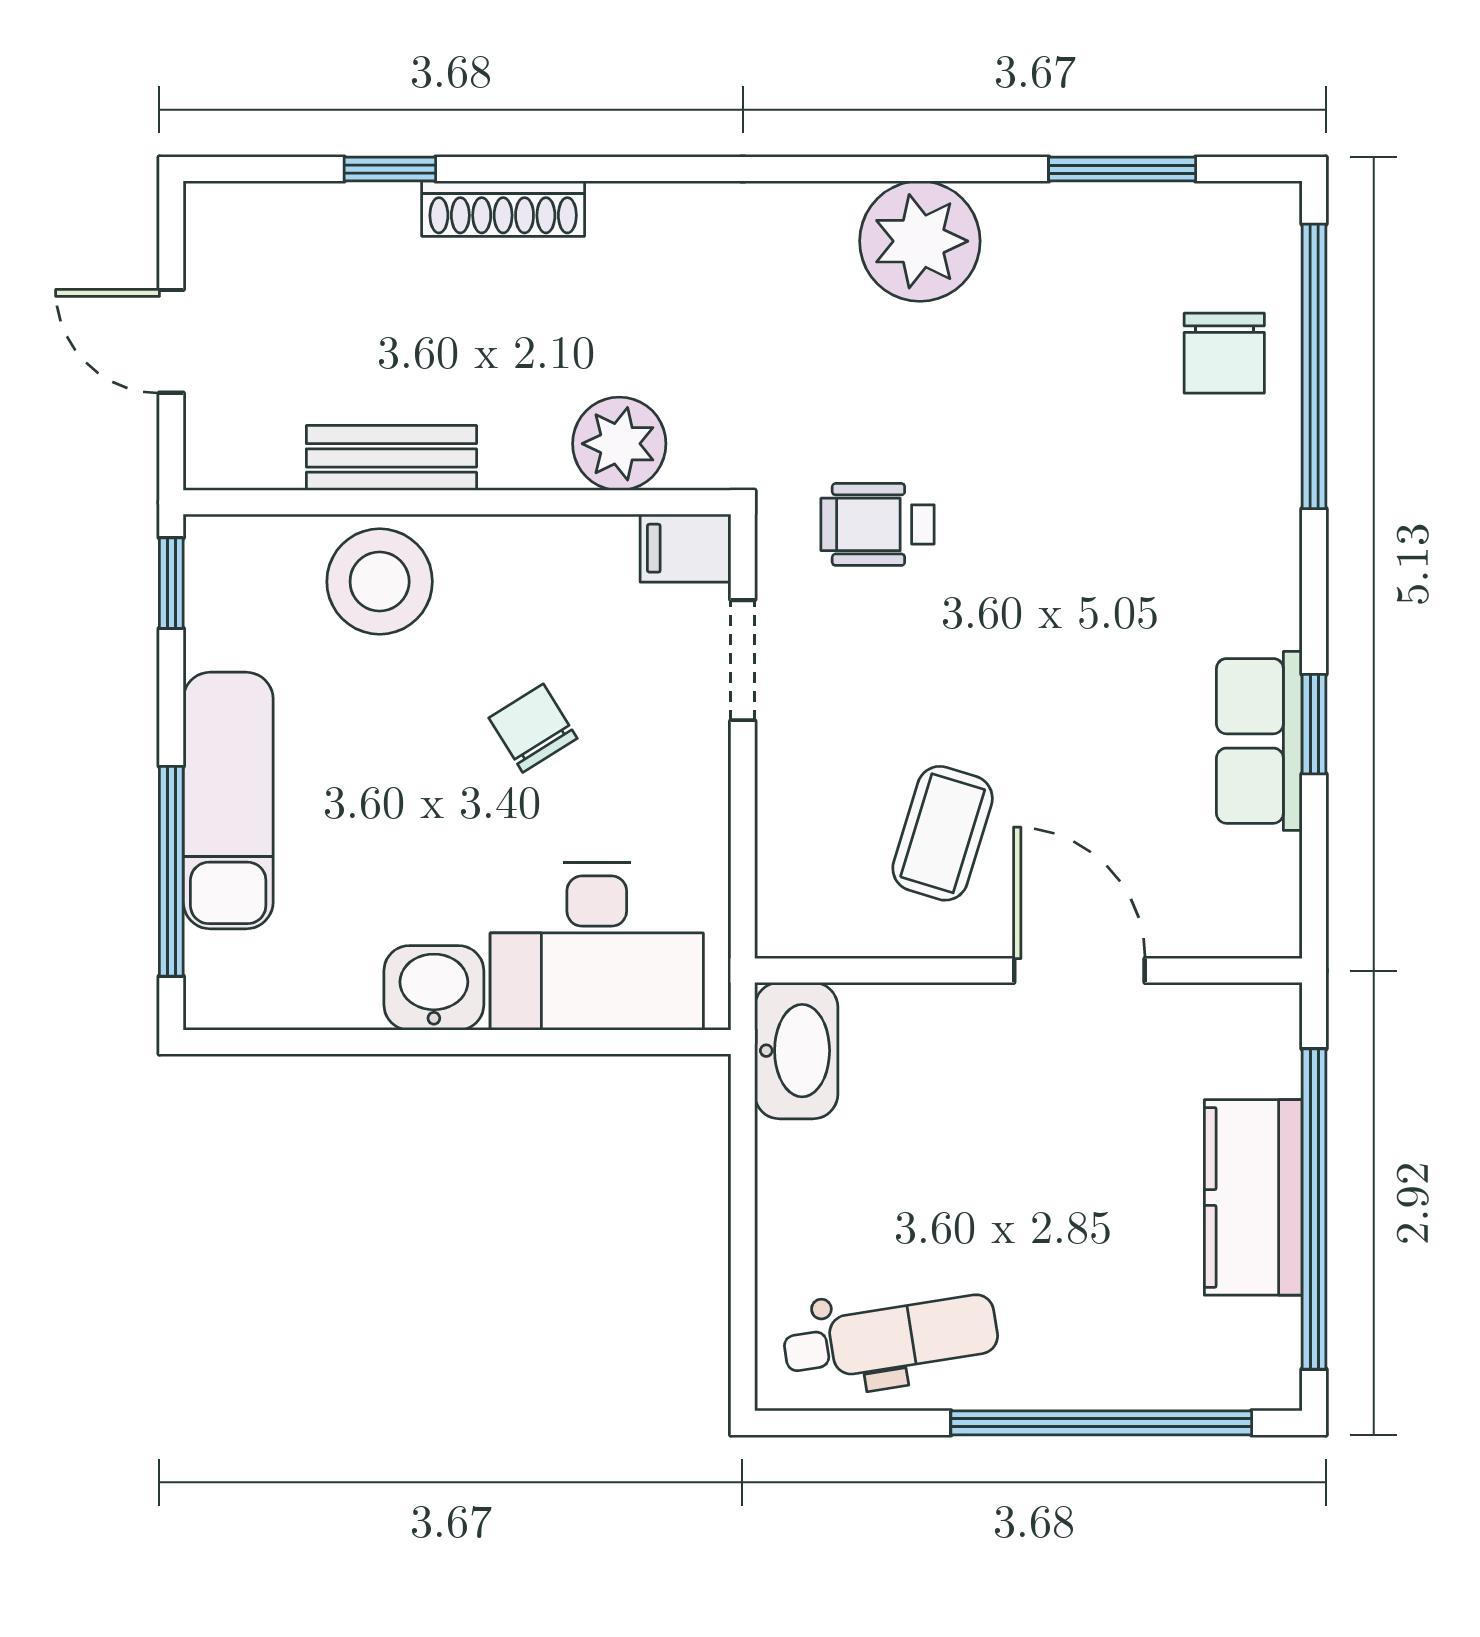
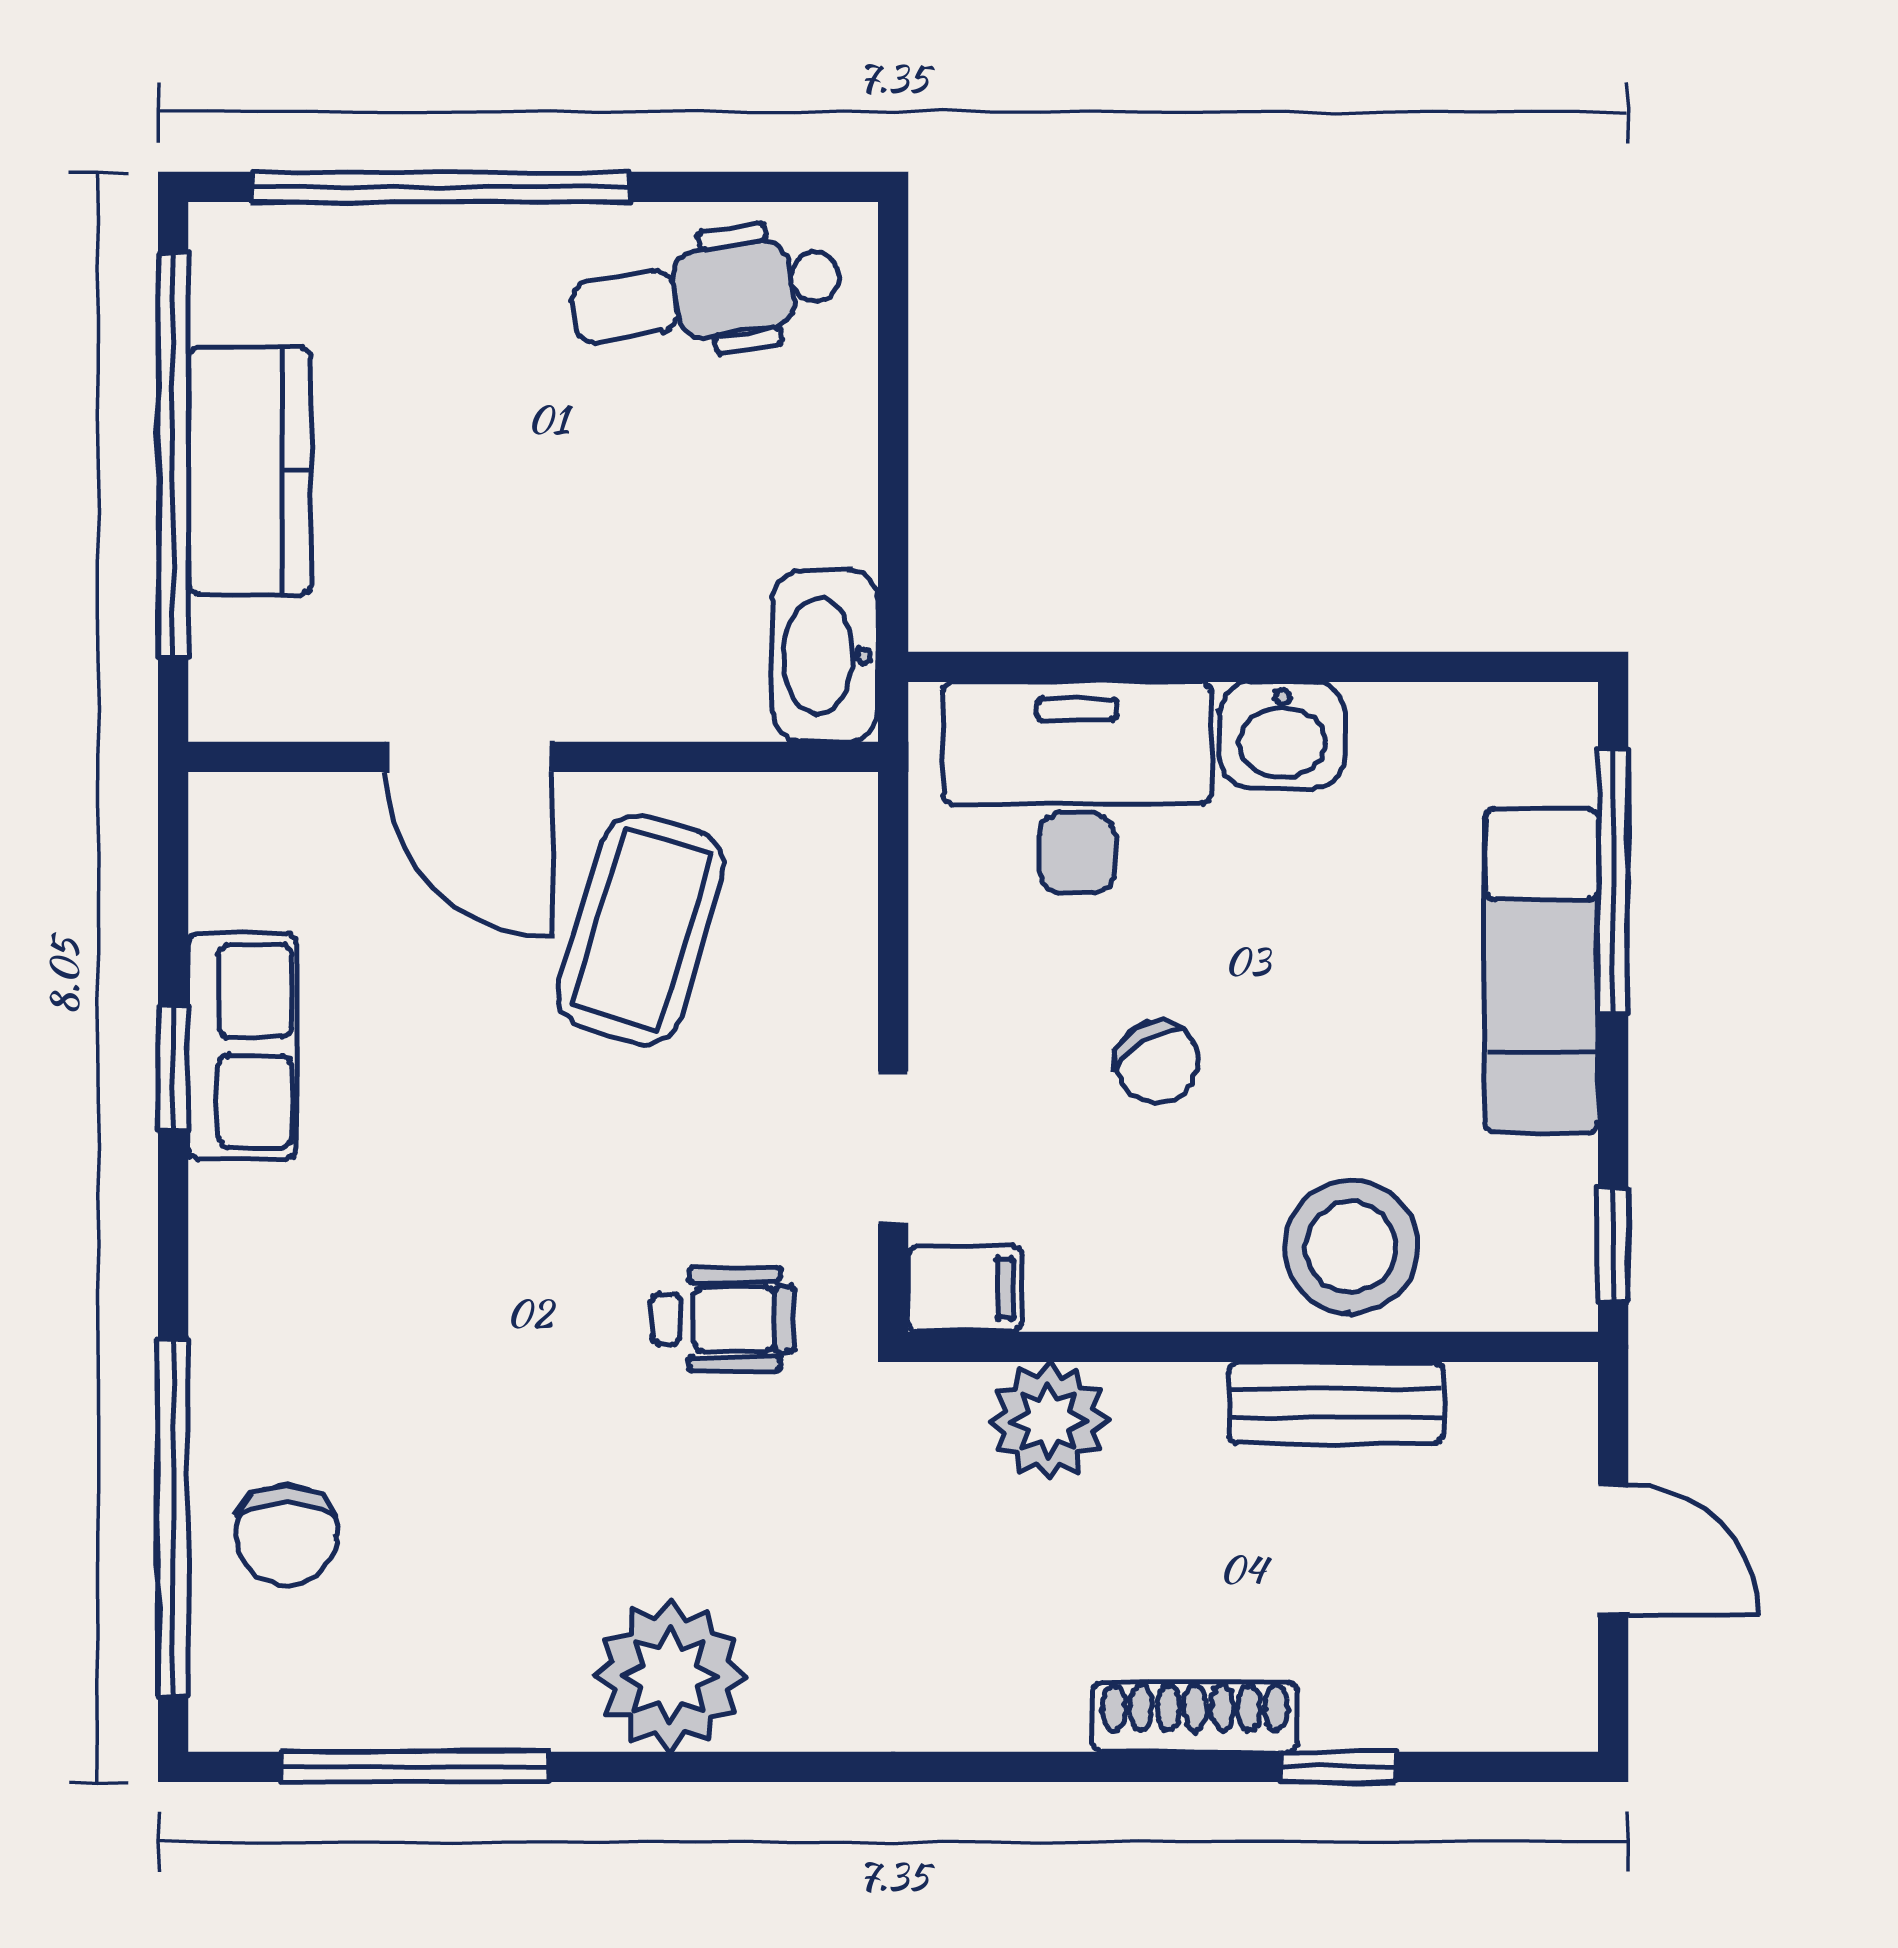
window: (1122, 169) -> (415, 1767), width x1.44
chair: (1224, 353) -> (286, 1535), turned 180
coffee table: (943, 833) -> (641, 930), width x1.36, depth x1.30

